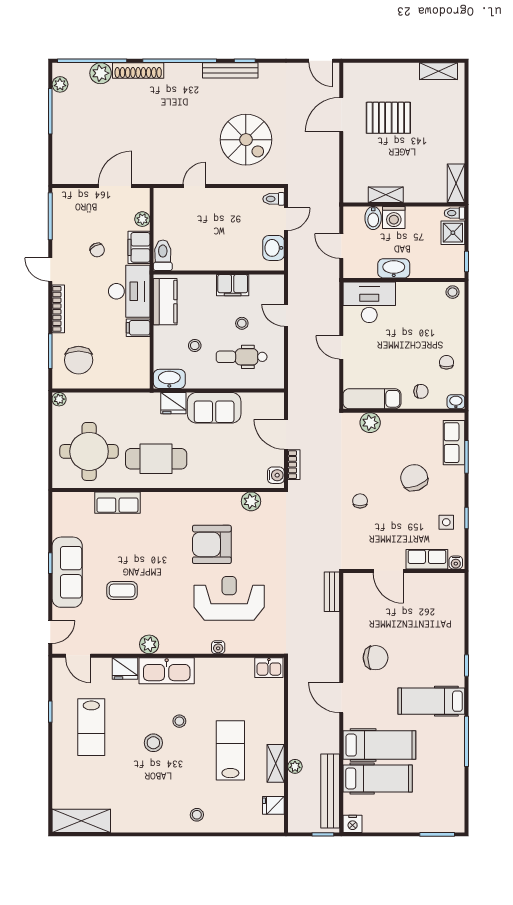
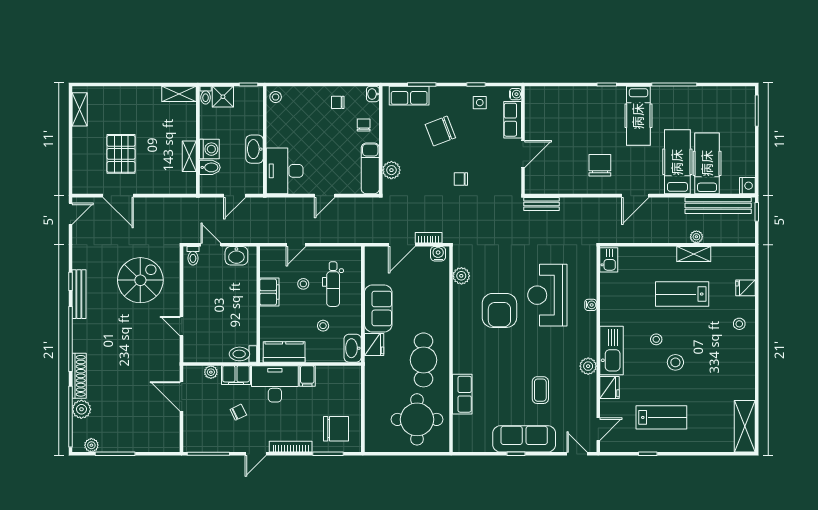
plant: (59, 399) -> (371, 446), removed
fridge: (273, 805) -> (745, 288), moved, turned 90

